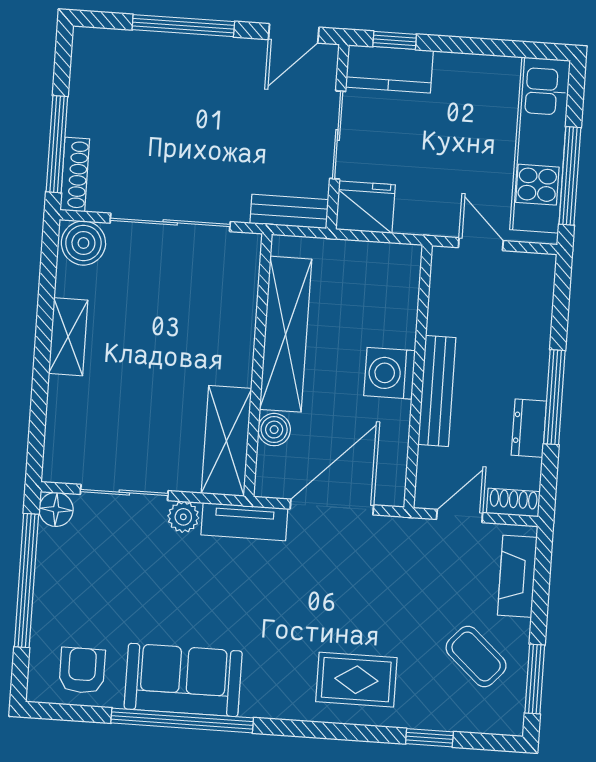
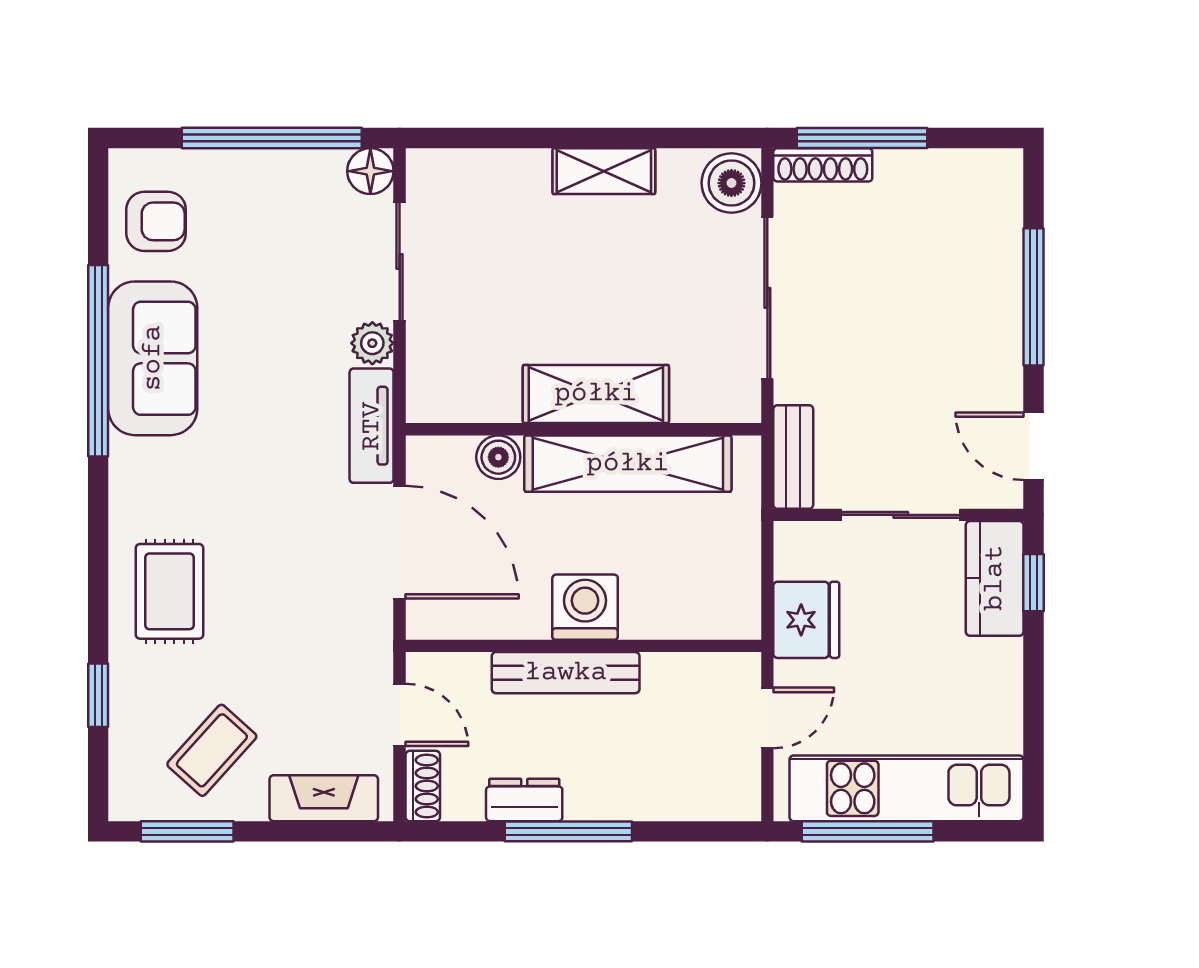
fridge: (365, 207) -> (806, 620), moved
shelving: (226, 441) -> (596, 394), moved

